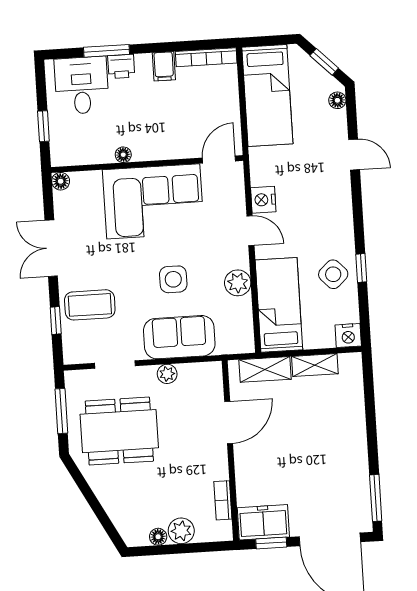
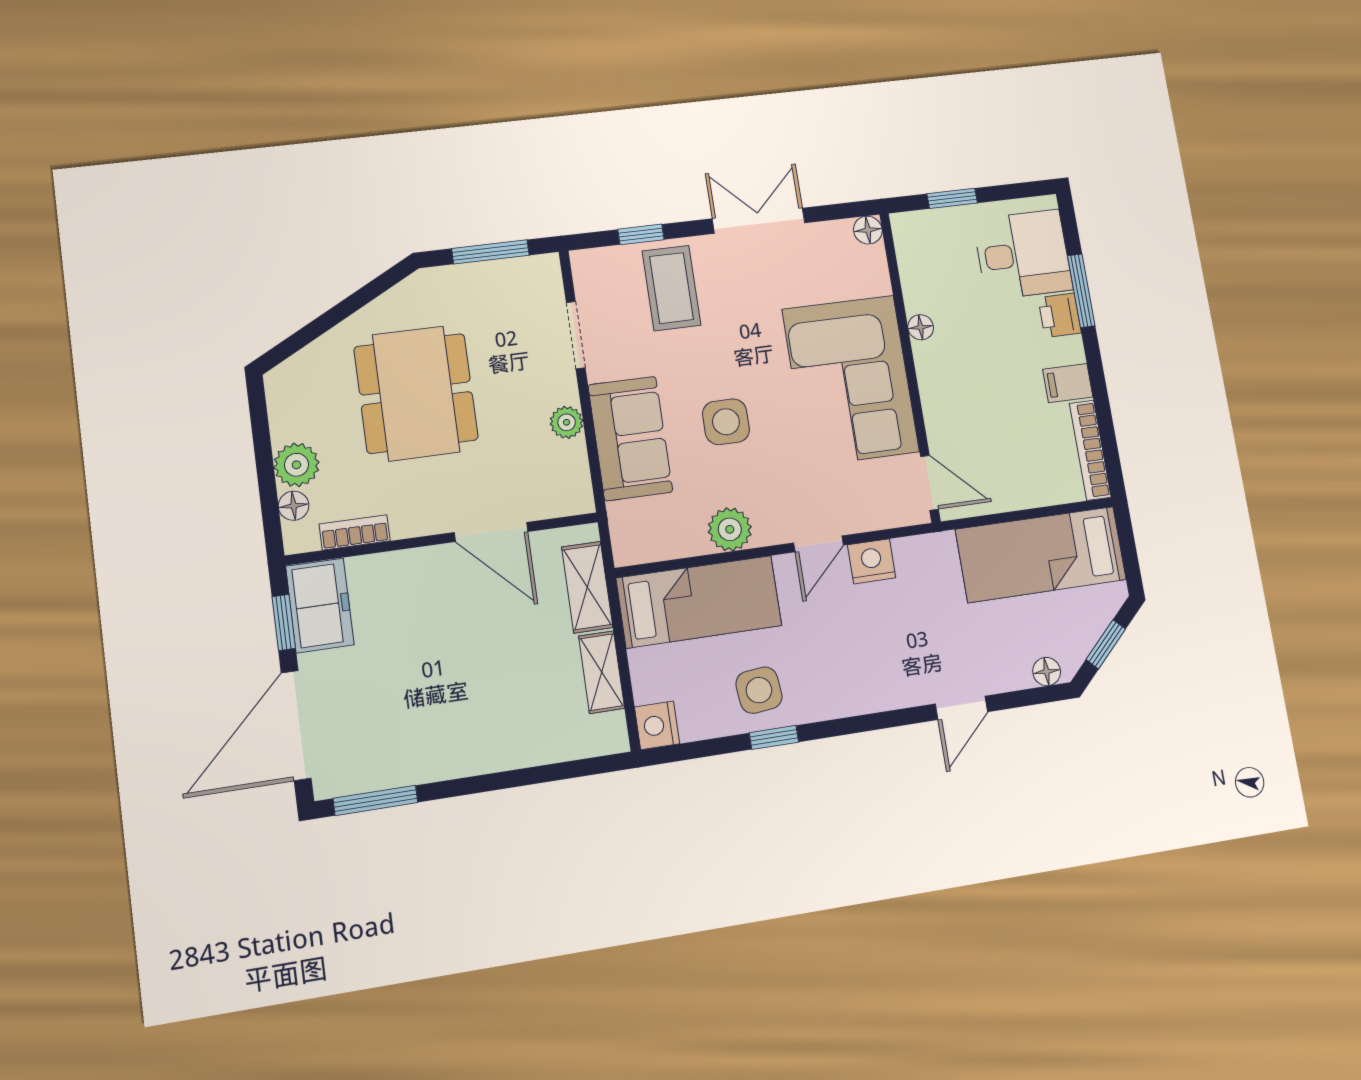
side table: (333, 274) -> (759, 690), turned 37
dining table: (119, 431) -> (416, 393), moved
floor lamp: (158, 537) -> (294, 506), moved

